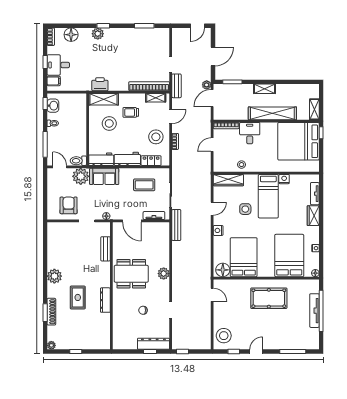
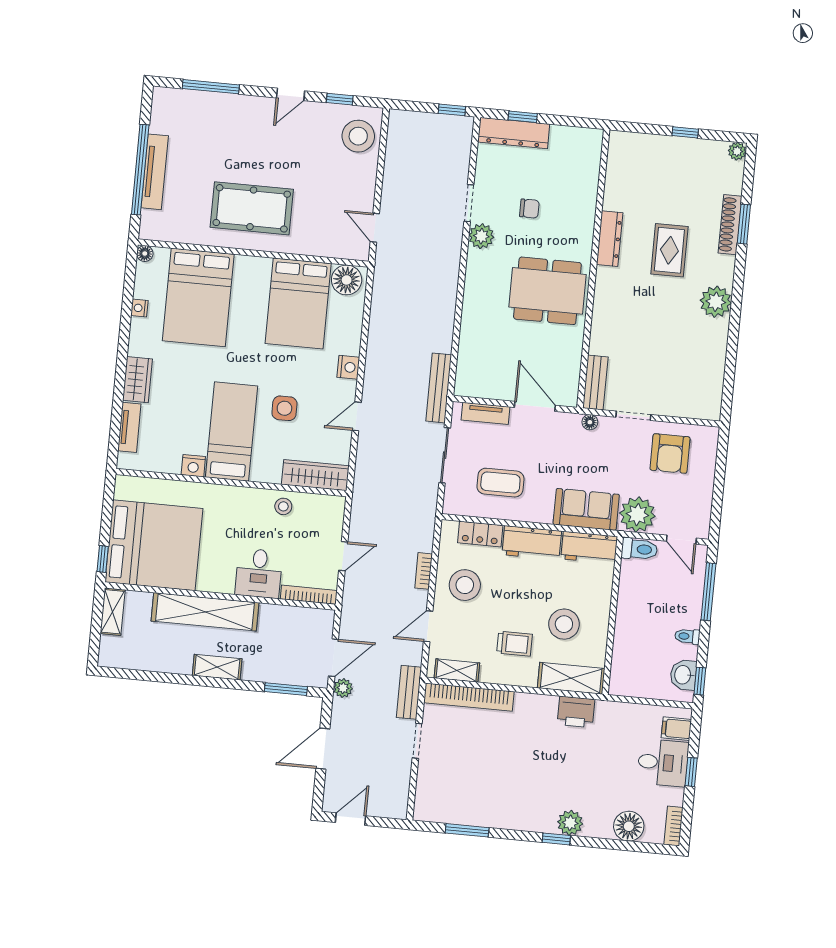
bench: (106, 249) -> (595, 382), moved
plant: (164, 274) -> (481, 236), moved

